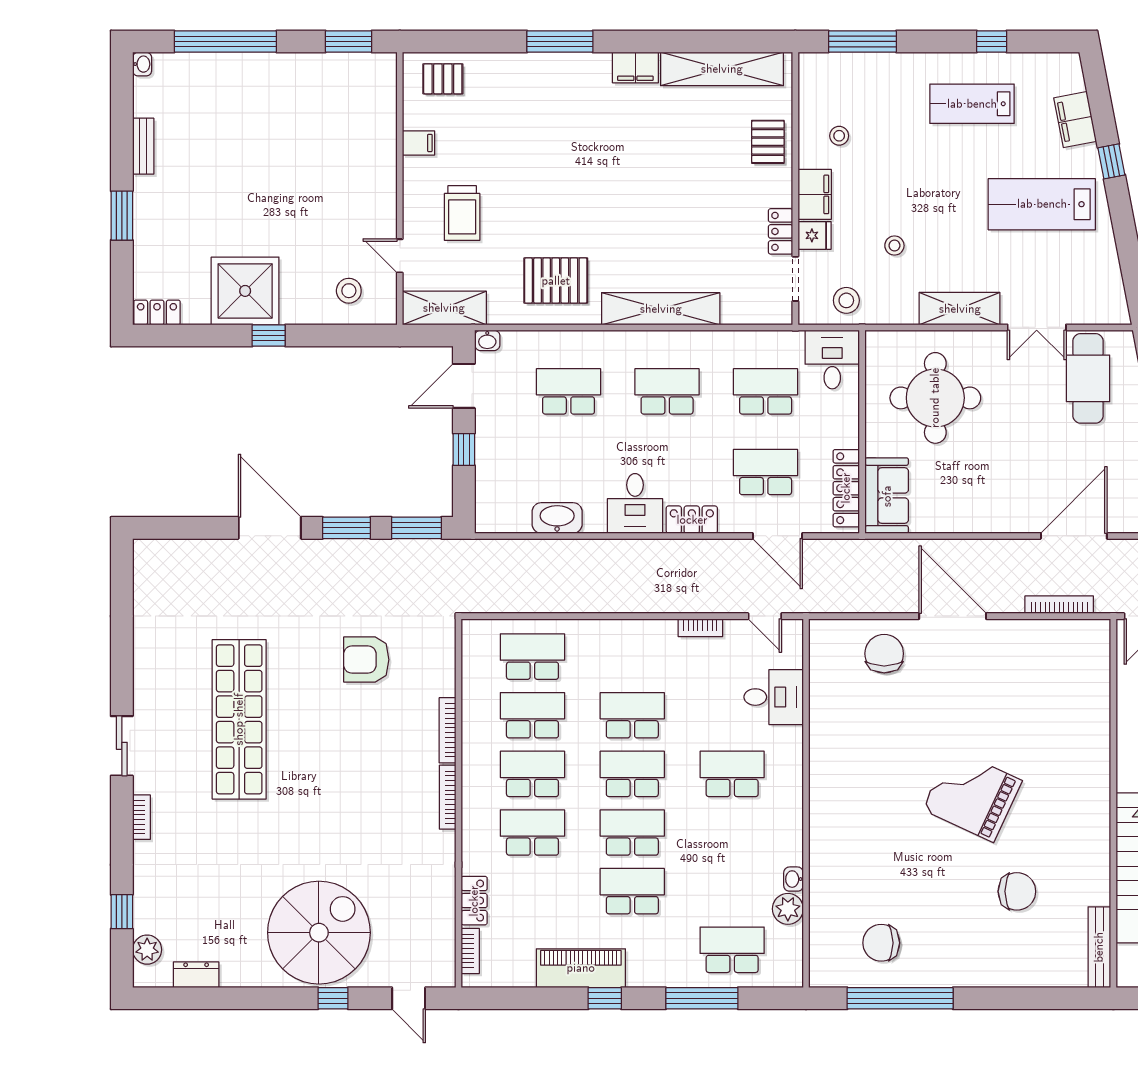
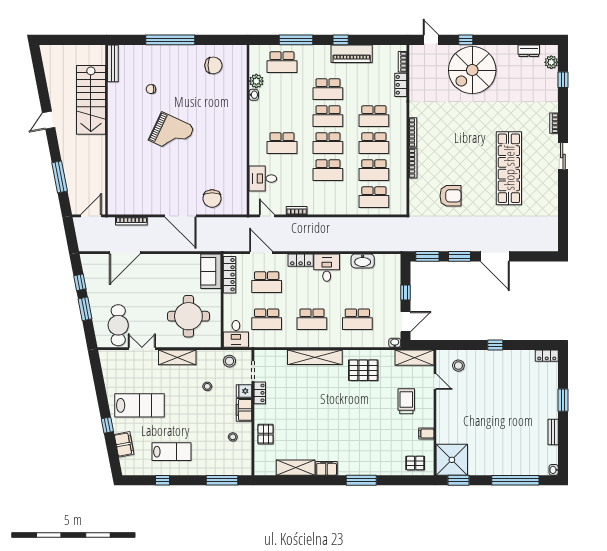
shelving: (722, 69) -> (296, 468), width x0.68
shower: (245, 291) -> (452, 460), moved
chair: (1017, 891) -> (151, 89), width x0.54, depth x0.54
window: (900, 998) -> (170, 40), moved

